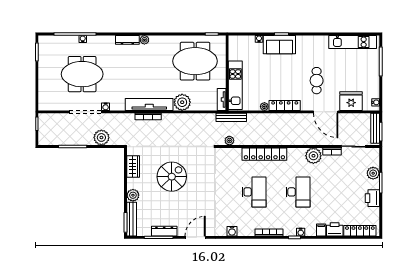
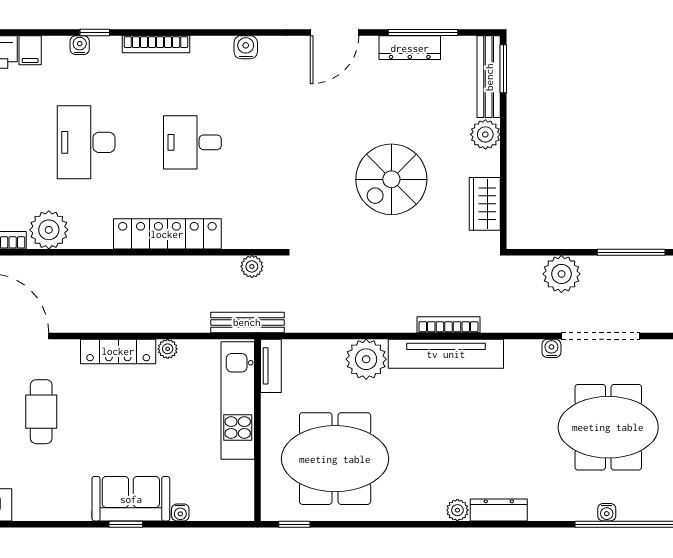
desk: (254, 192) -> (192, 142), width x0.73

